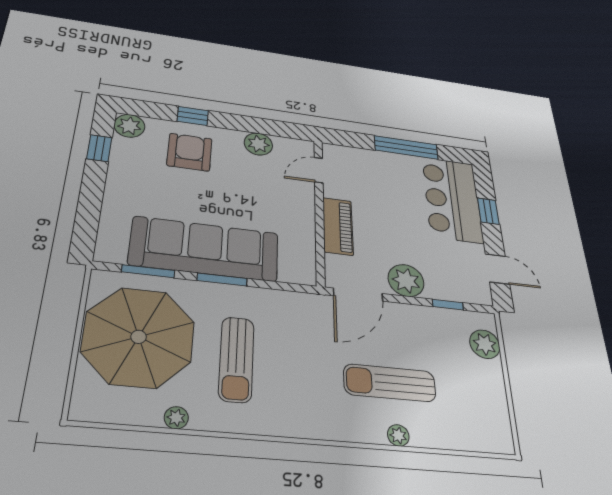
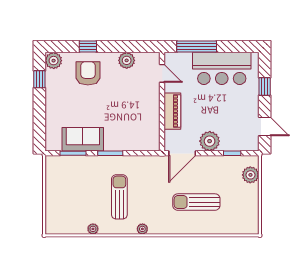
window: (406, 147) -> (197, 47), moved
door: (319, 170) -> (162, 73), swing flipped
bar counter: (452, 199) -> (222, 68), moved, turned -90
sofa: (205, 249) -> (83, 139), width x0.54, depth x0.79
parasol: (139, 337) -> (72, 190), removed
sun lounger: (236, 359) -> (119, 197), turned 180
plant: (398, 435) -> (142, 229), moved

